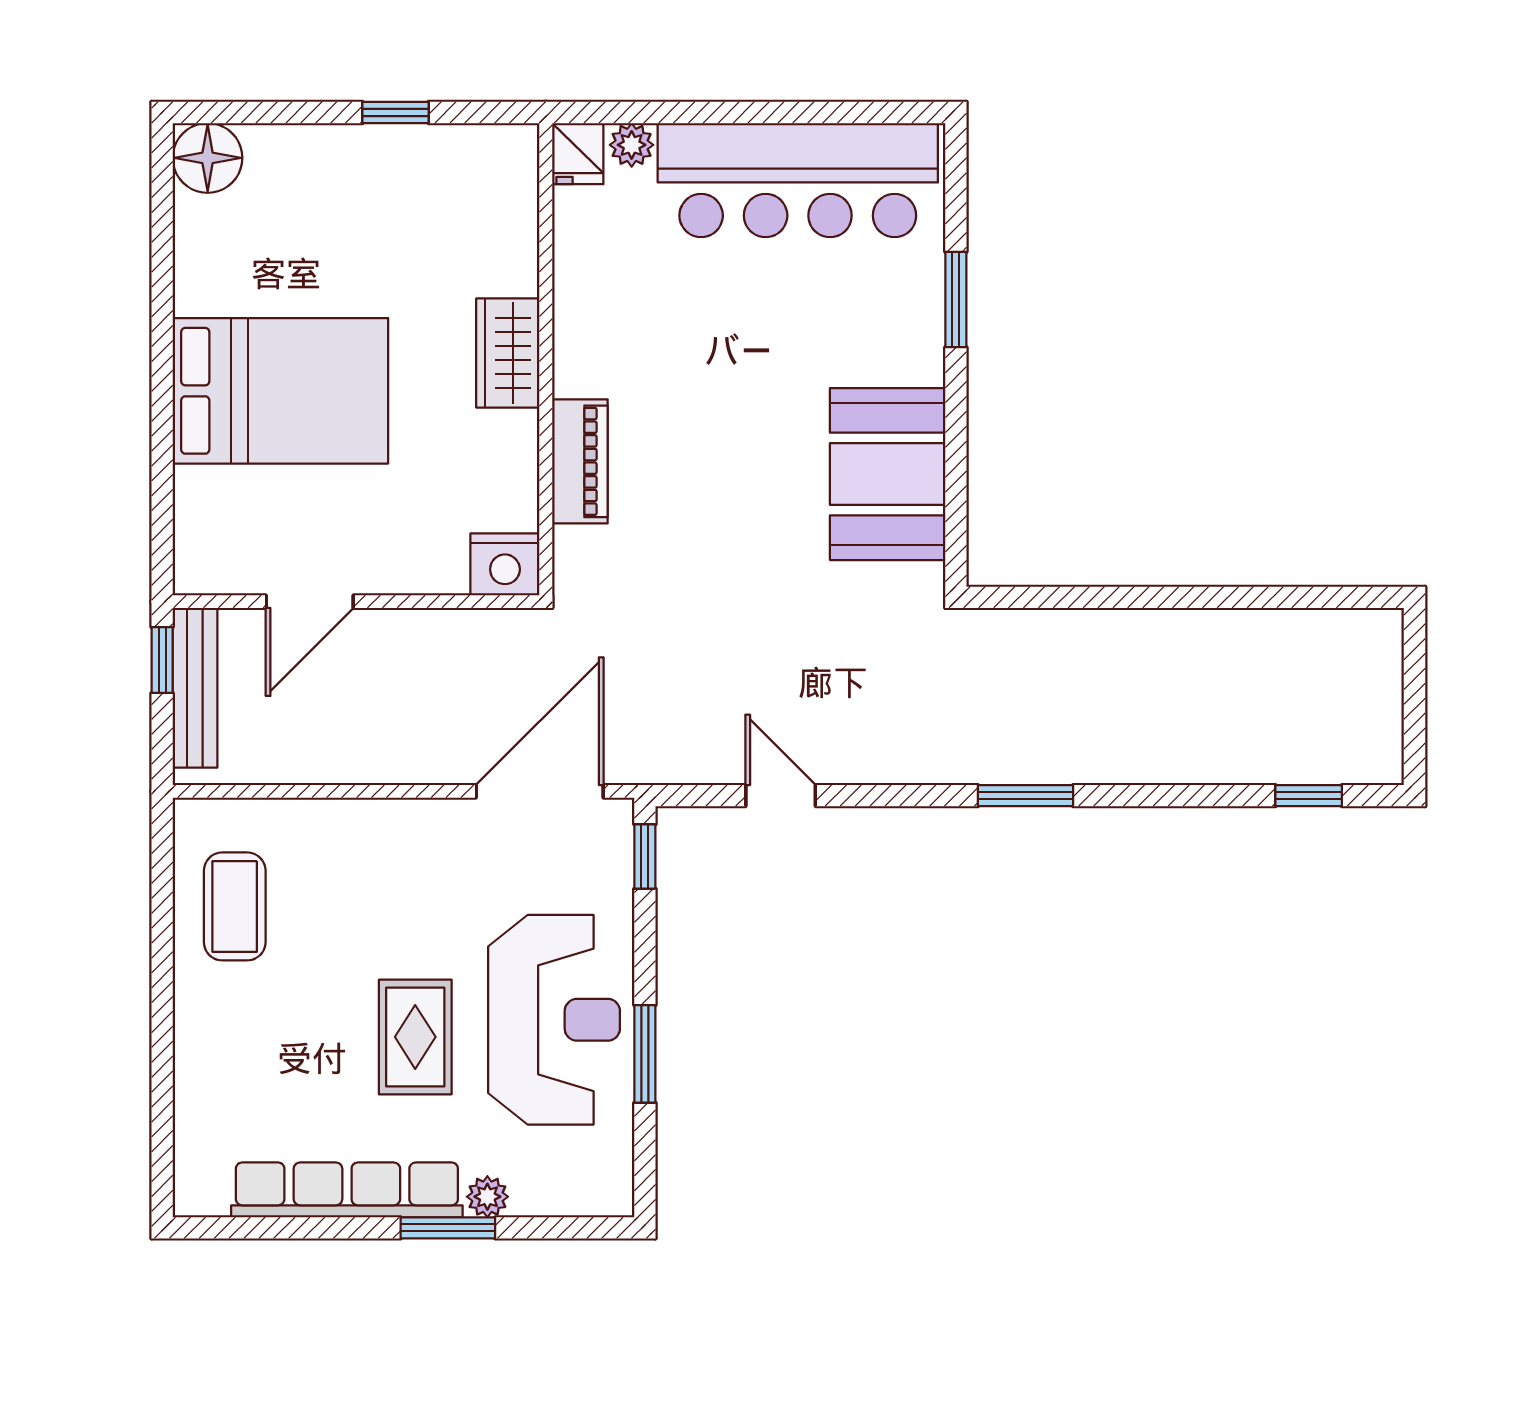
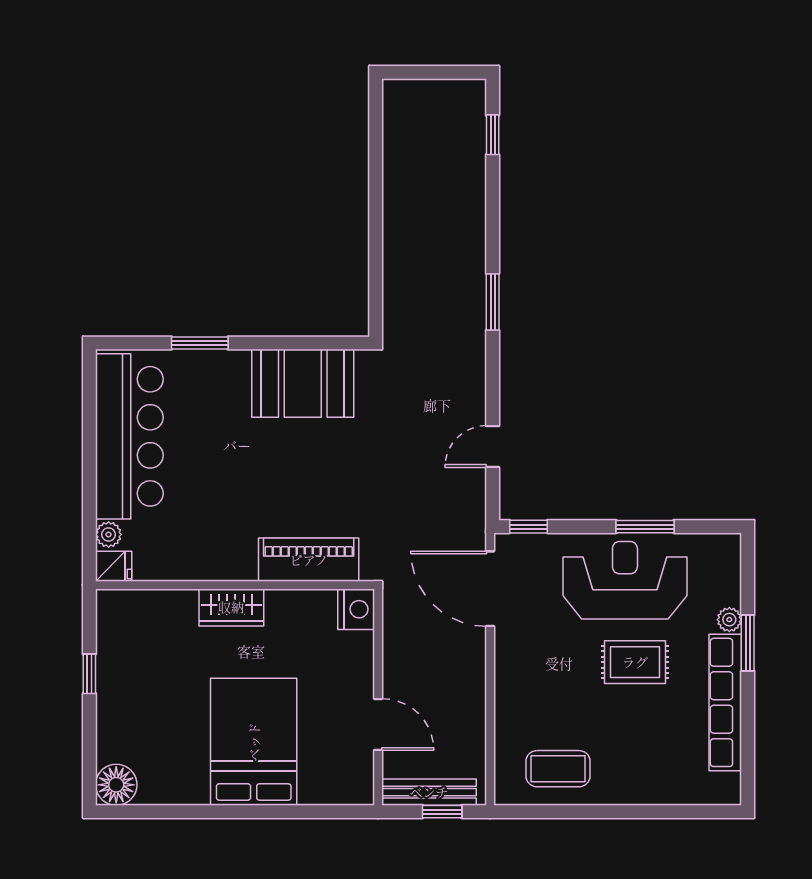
piano: (580, 461) -> (309, 560), width x1.37, depth x1.33
window: (162, 660) -> (442, 812), moved

